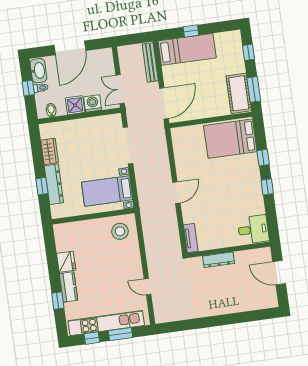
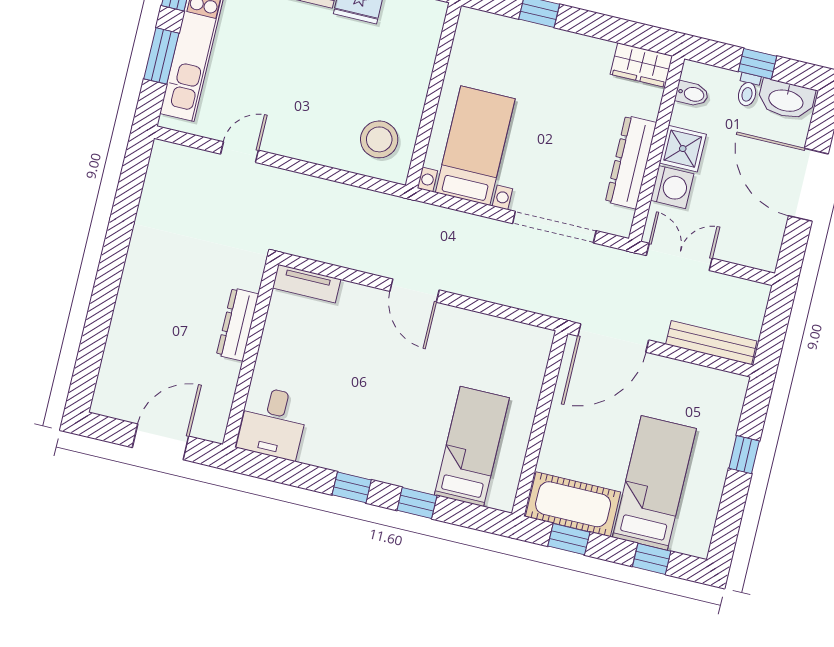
bed: (187, 49) -> (654, 483), moved, turned 180
window: (254, 89) -> (569, 539), width x0.67
door: (164, 103) -> (613, 338), hinge flipped
bed: (230, 139) -> (472, 446), width x0.67
wardrobe: (50, 151) -> (641, 65), moved
dresser: (54, 184) -> (631, 162), moved, turned 90

